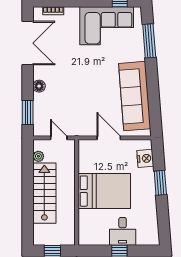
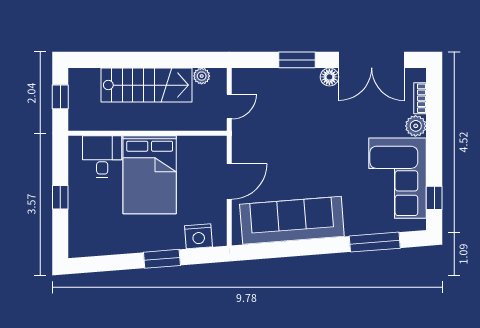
plant: (72, 14) -> (416, 126), added
floor lamp: (39, 86) -> (329, 77), moved
window: (28, 113) -> (297, 60), moved
desk: (123, 231) -> (102, 157), moved, turned 90

